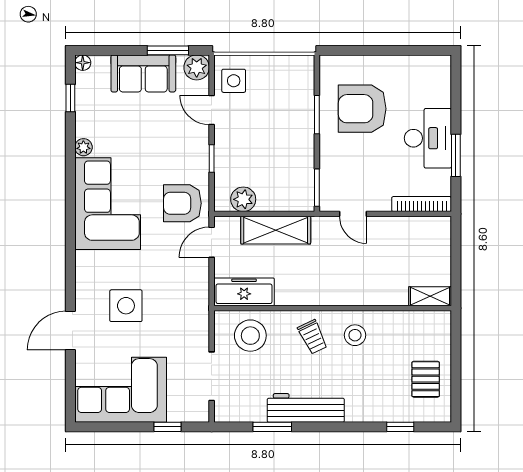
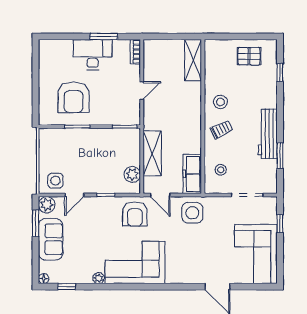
bookcase: (422, 204) -> (135, 52), width x0.64
door: (353, 214) -> (142, 90), moved
shelving: (430, 296) -> (193, 60), width x1.50, depth x1.33
side table: (126, 306) -> (192, 213), moved
stool: (250, 336) -> (221, 170), width x0.53, depth x0.53

